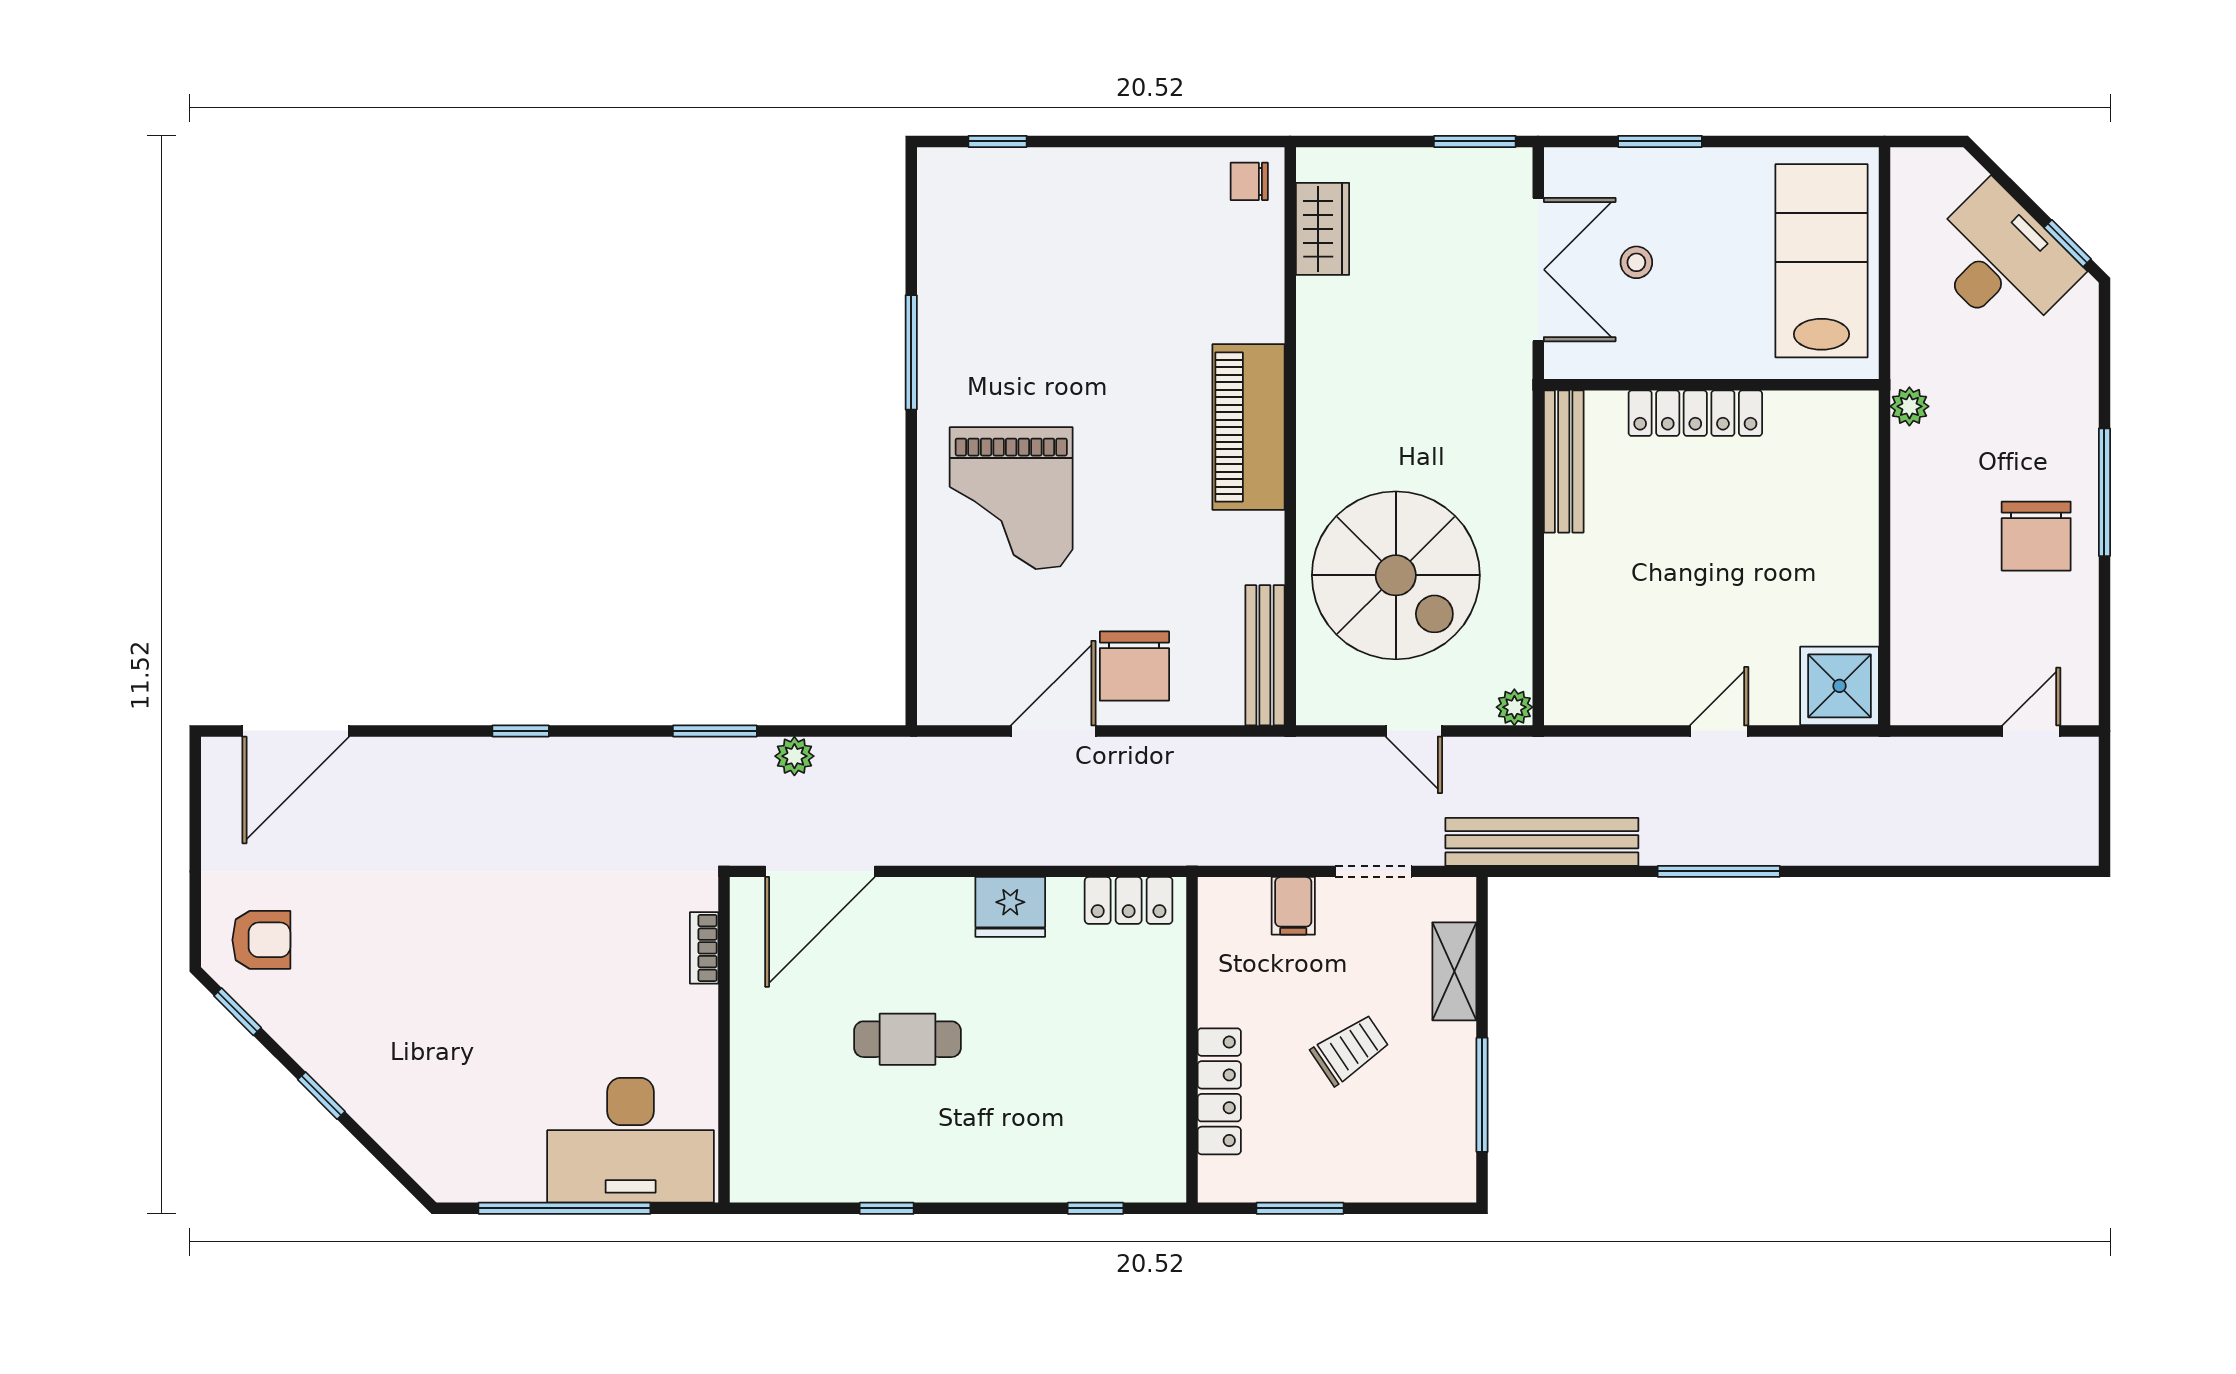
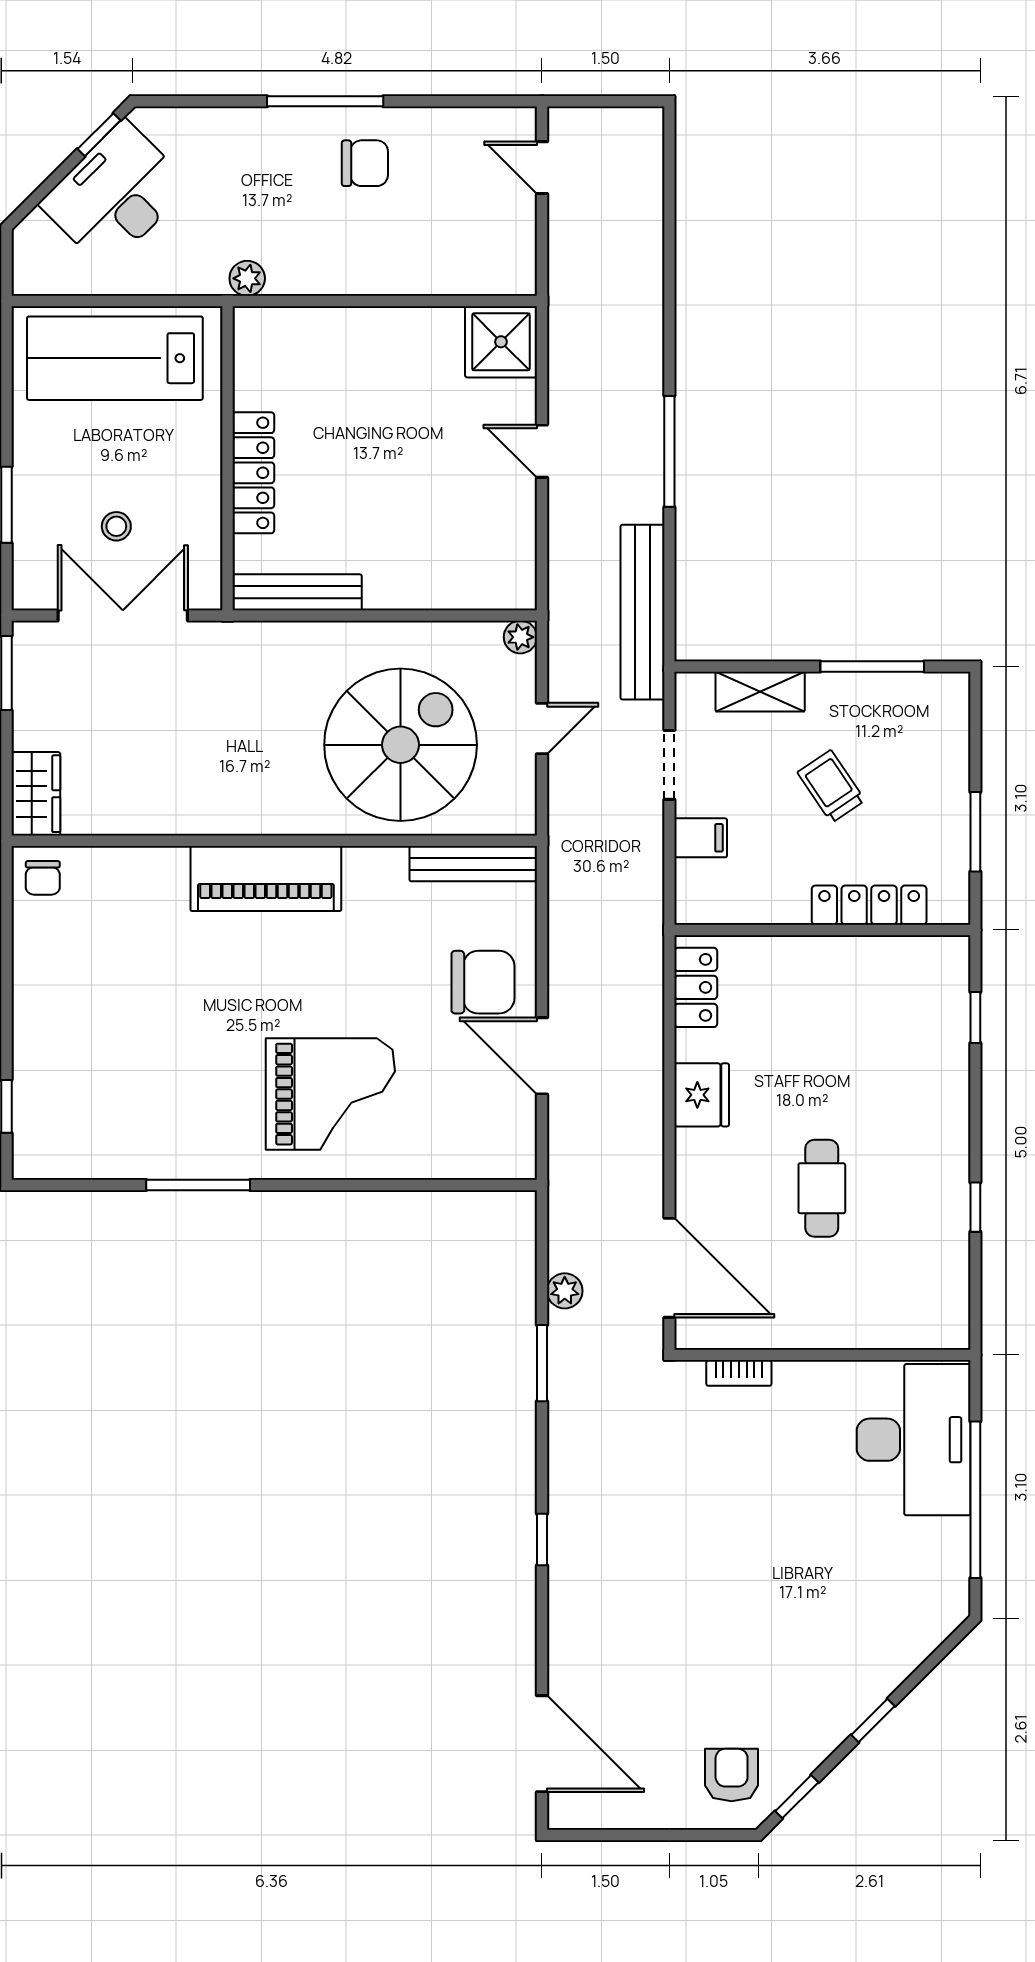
wardrobe: (1323, 229) -> (36, 794), moved, turned 90
chair: (2036, 536) -> (365, 163), width x0.73, depth x0.73

